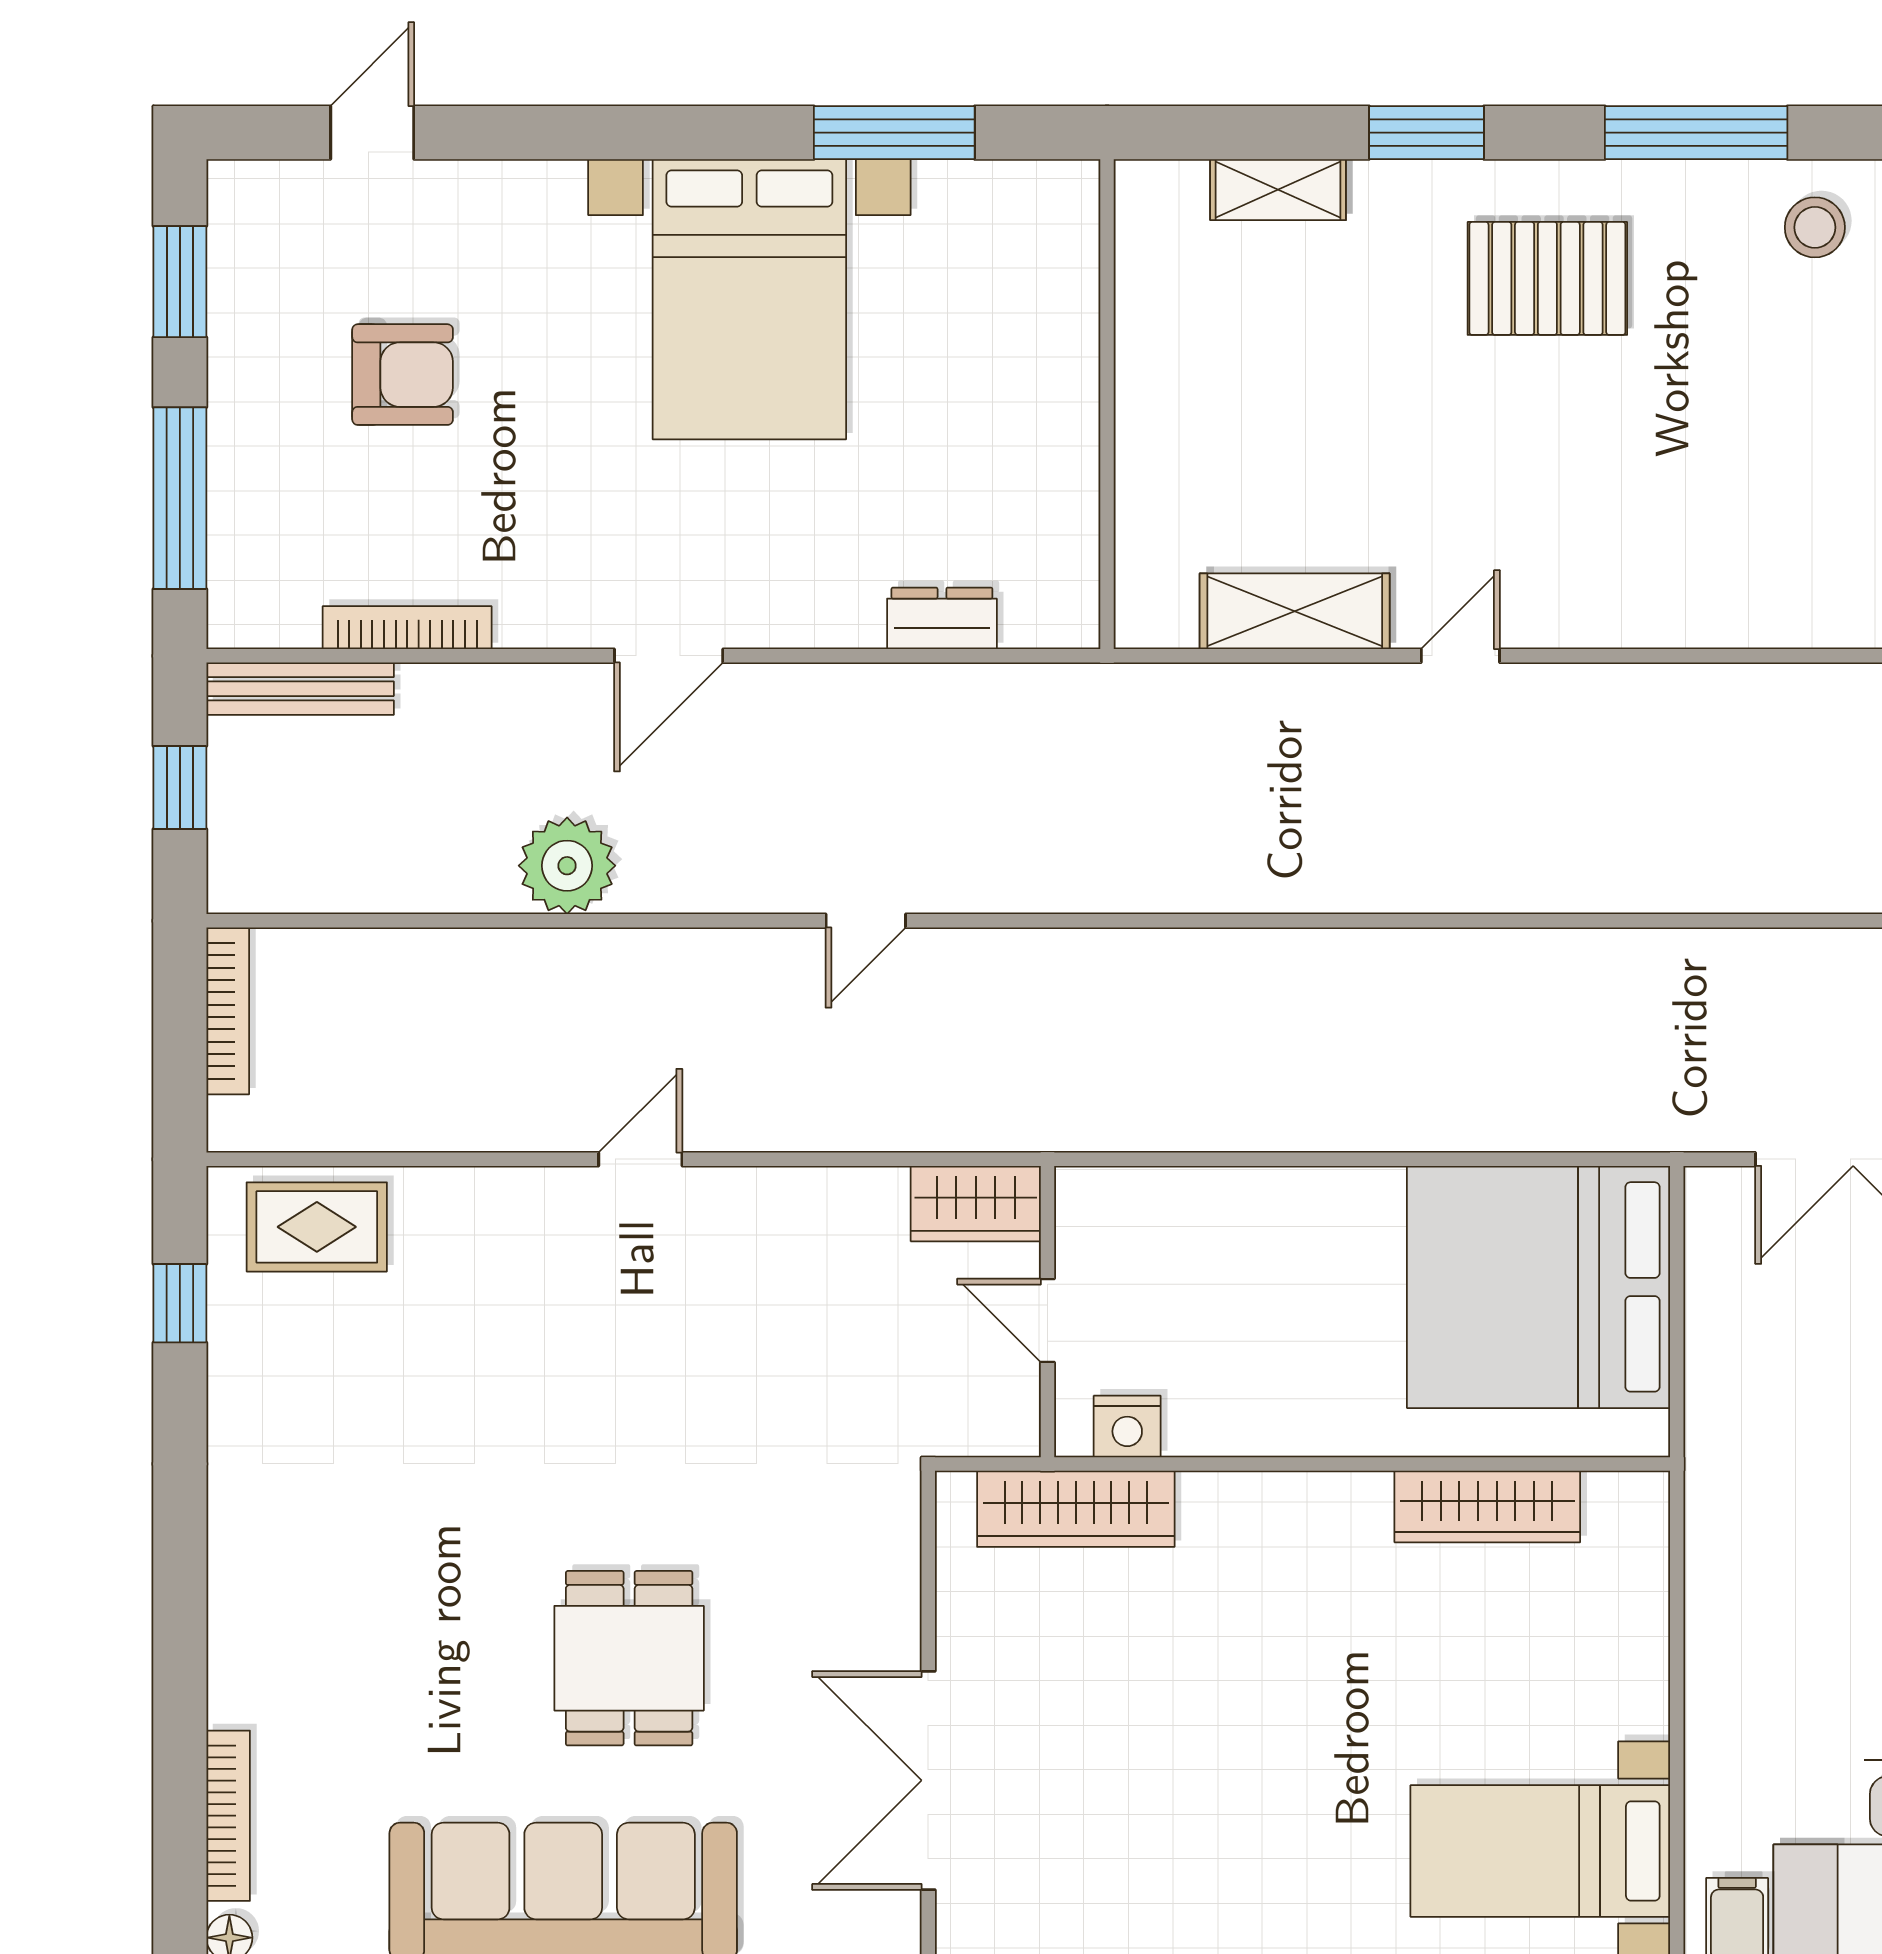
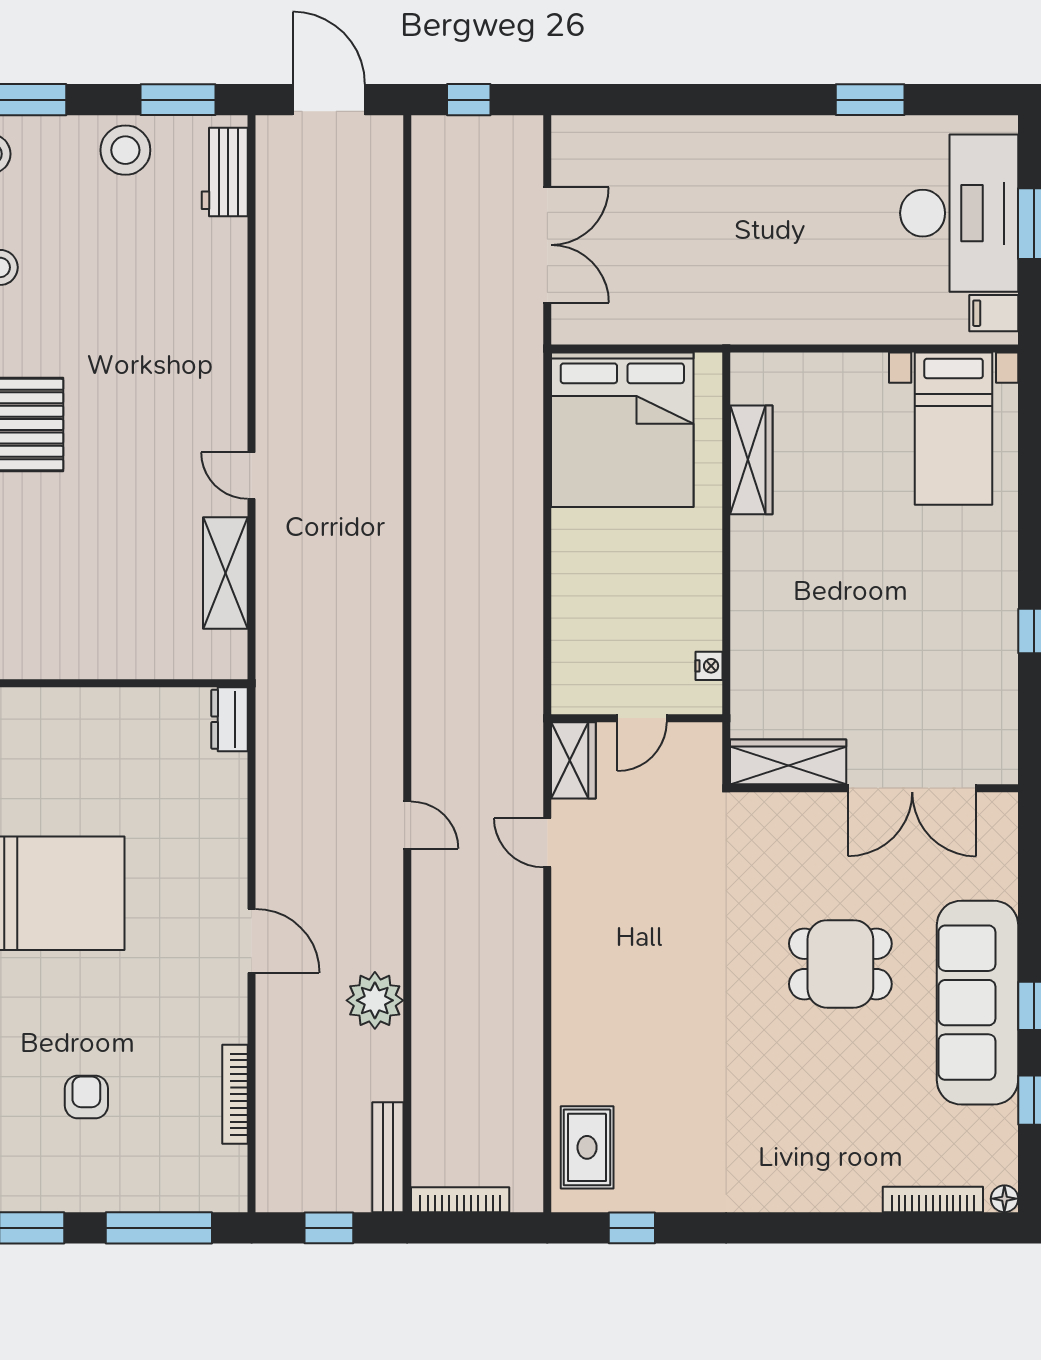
armchair: (403, 375) -> (86, 1097), width x0.72, depth x0.72
dresser: (942, 618) -> (230, 719), moved
bench: (300, 689) -> (388, 1157), moved
door: (640, 1159) -> (547, 843), moved
nightstand: (1127, 1426) -> (709, 666), width x0.72, depth x0.74
wardrobe: (1076, 1509) -> (788, 762), moved, turned -90

